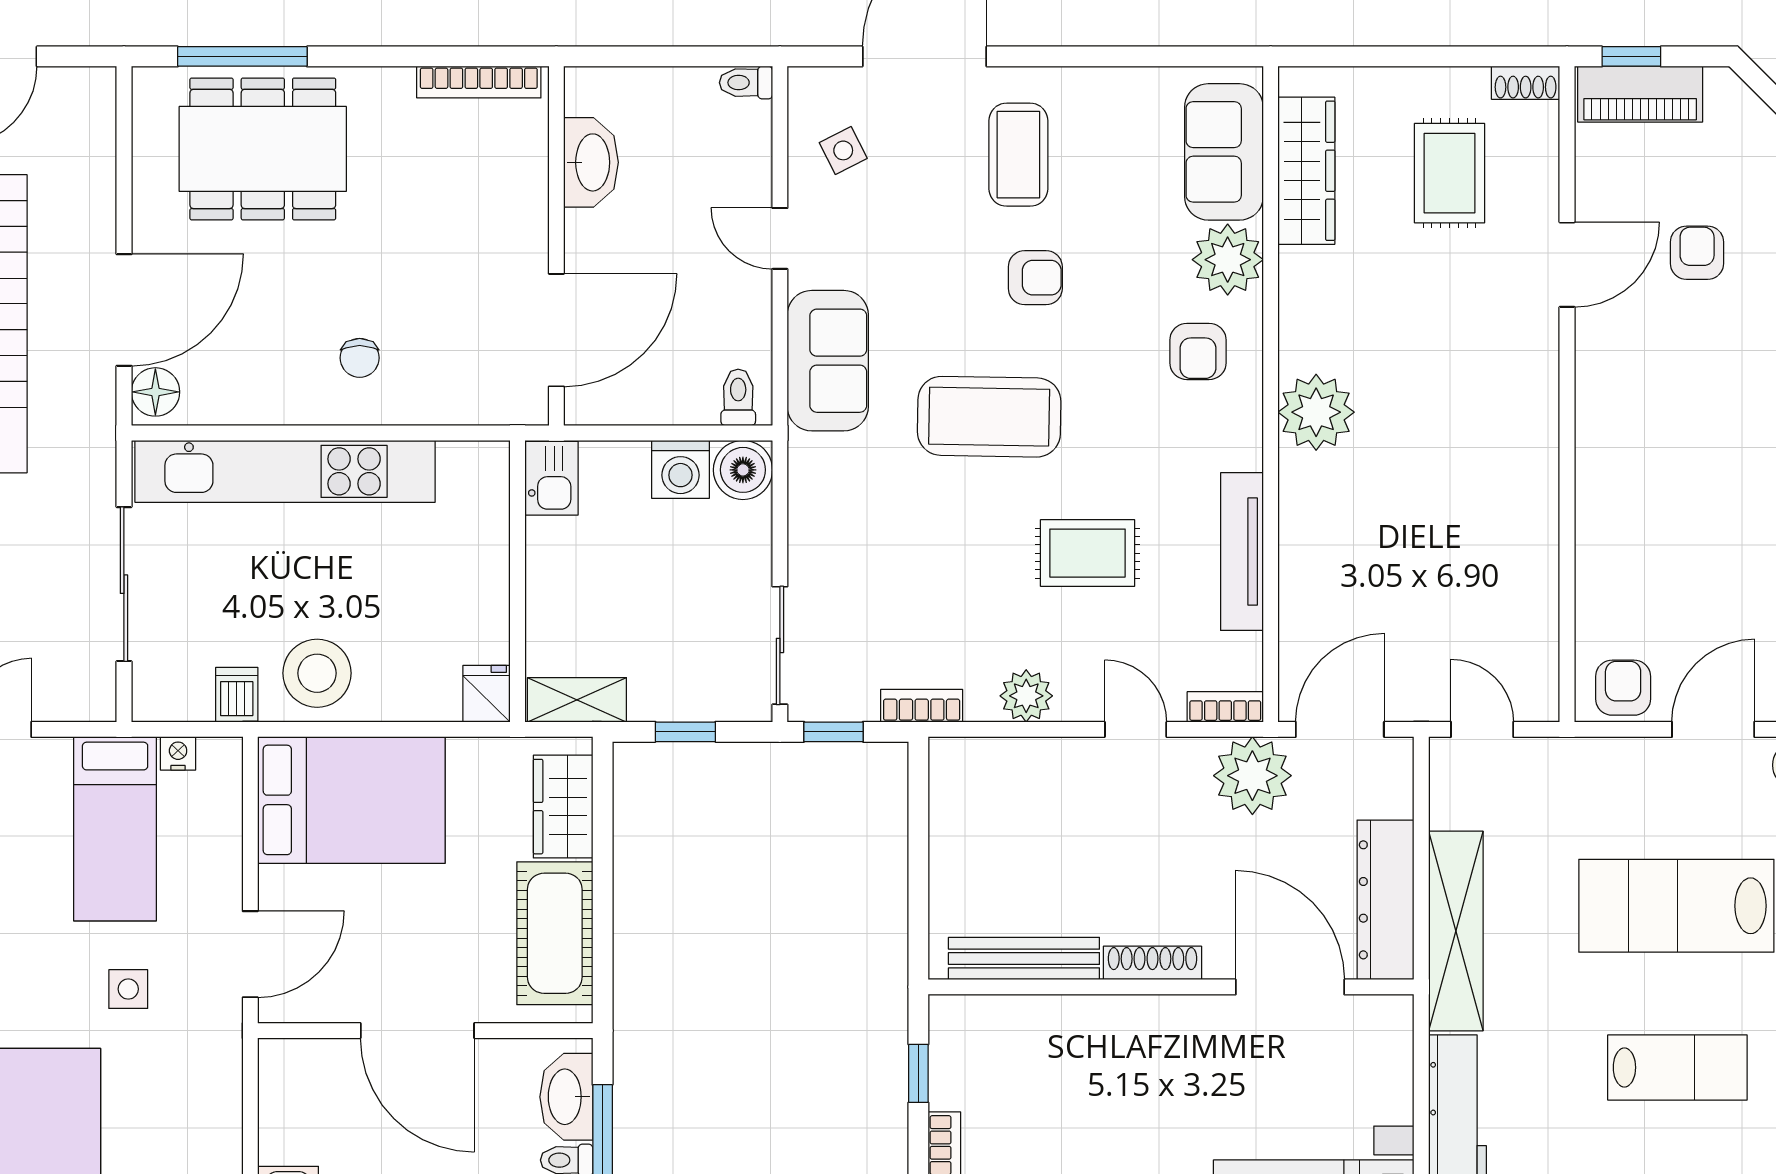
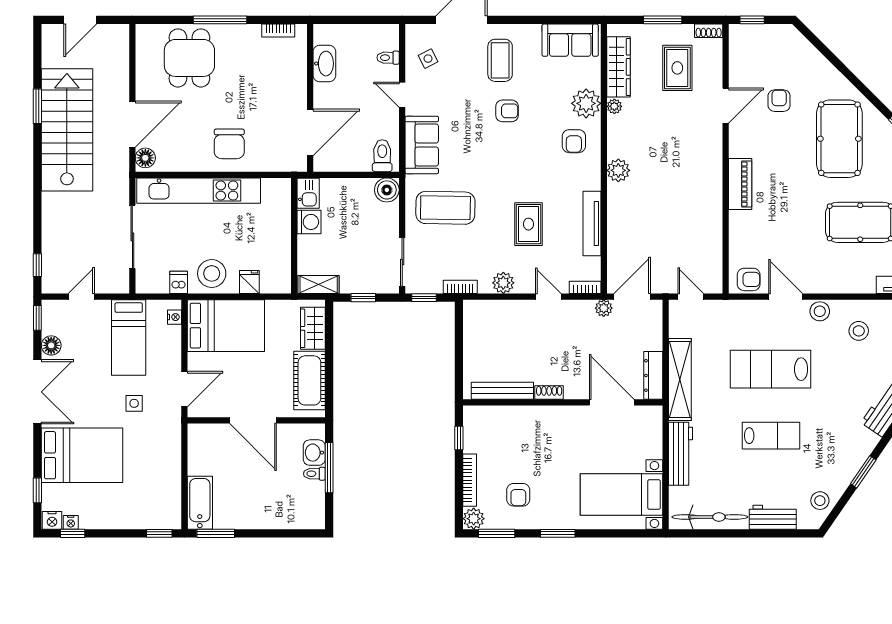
window: (242, 56) -> (220, 20), moved
window: (1414, 56) -> (663, 20), added
bookcase: (479, 82) -> (278, 30), width x0.64
toilet: (746, 83) -> (388, 58), moved
piano: (1640, 94) -> (740, 184), moved, turned -90
dining table: (263, 149) -> (189, 58), width x0.73
sofa: (1224, 152) -> (570, 40), moved, turned -90
plant: (1296, 267) -> (614, 106), added
chair: (360, 358) -> (229, 144), width x1.87, depth x1.87
toilet: (738, 397) -> (382, 156), width x1.37, depth x1.39
plant: (1316, 412) -> (618, 170), width x0.73, depth x0.73
coffee table: (989, 417) -> (445, 208), moved
washing machine: (680, 469) -> (309, 222), moved, turned -90
rug: (1088, 553) -> (528, 224), turned 90
armchair: (1623, 688) -> (749, 279), turned 90
fridge: (486, 694) -> (249, 282), moved
door: (1713, 729) -> (786, 297), hinge flipped
nightstand: (178, 753) -> (174, 317), moved, turned 90
plant: (1252, 776) -> (604, 308), width x0.53, depth x0.53
dresser: (1386, 900) -> (653, 375), width x0.73, depth x0.80
shoe rack: (1152, 963) -> (549, 393), width x0.70
washbasin: (566, 1097) -> (314, 453), width x0.72

